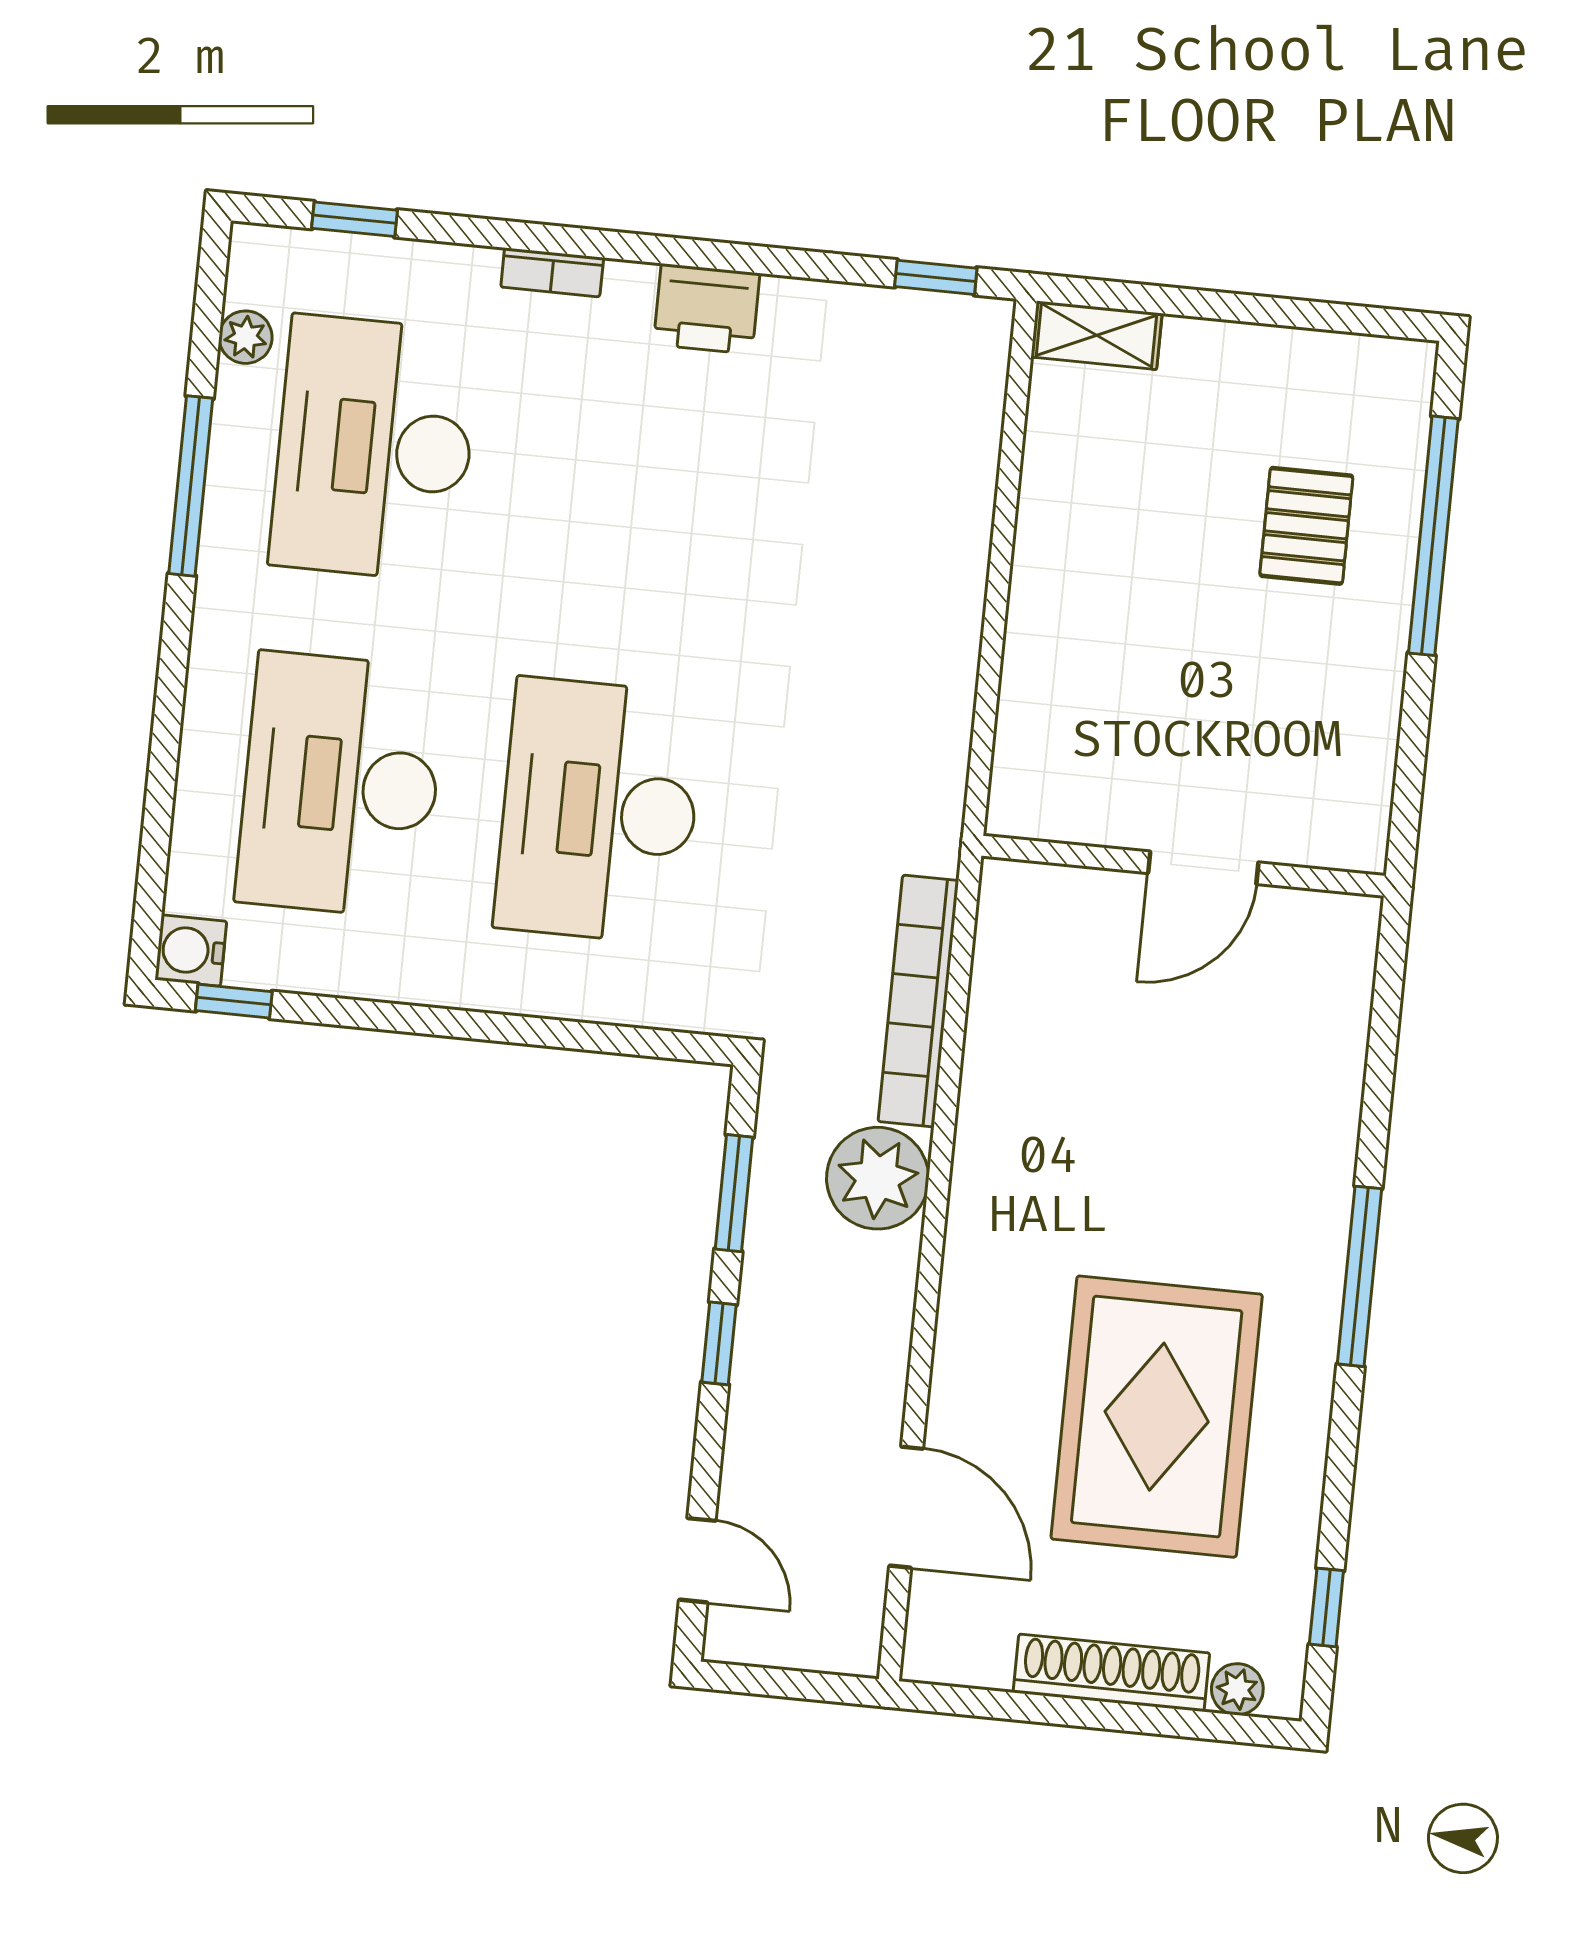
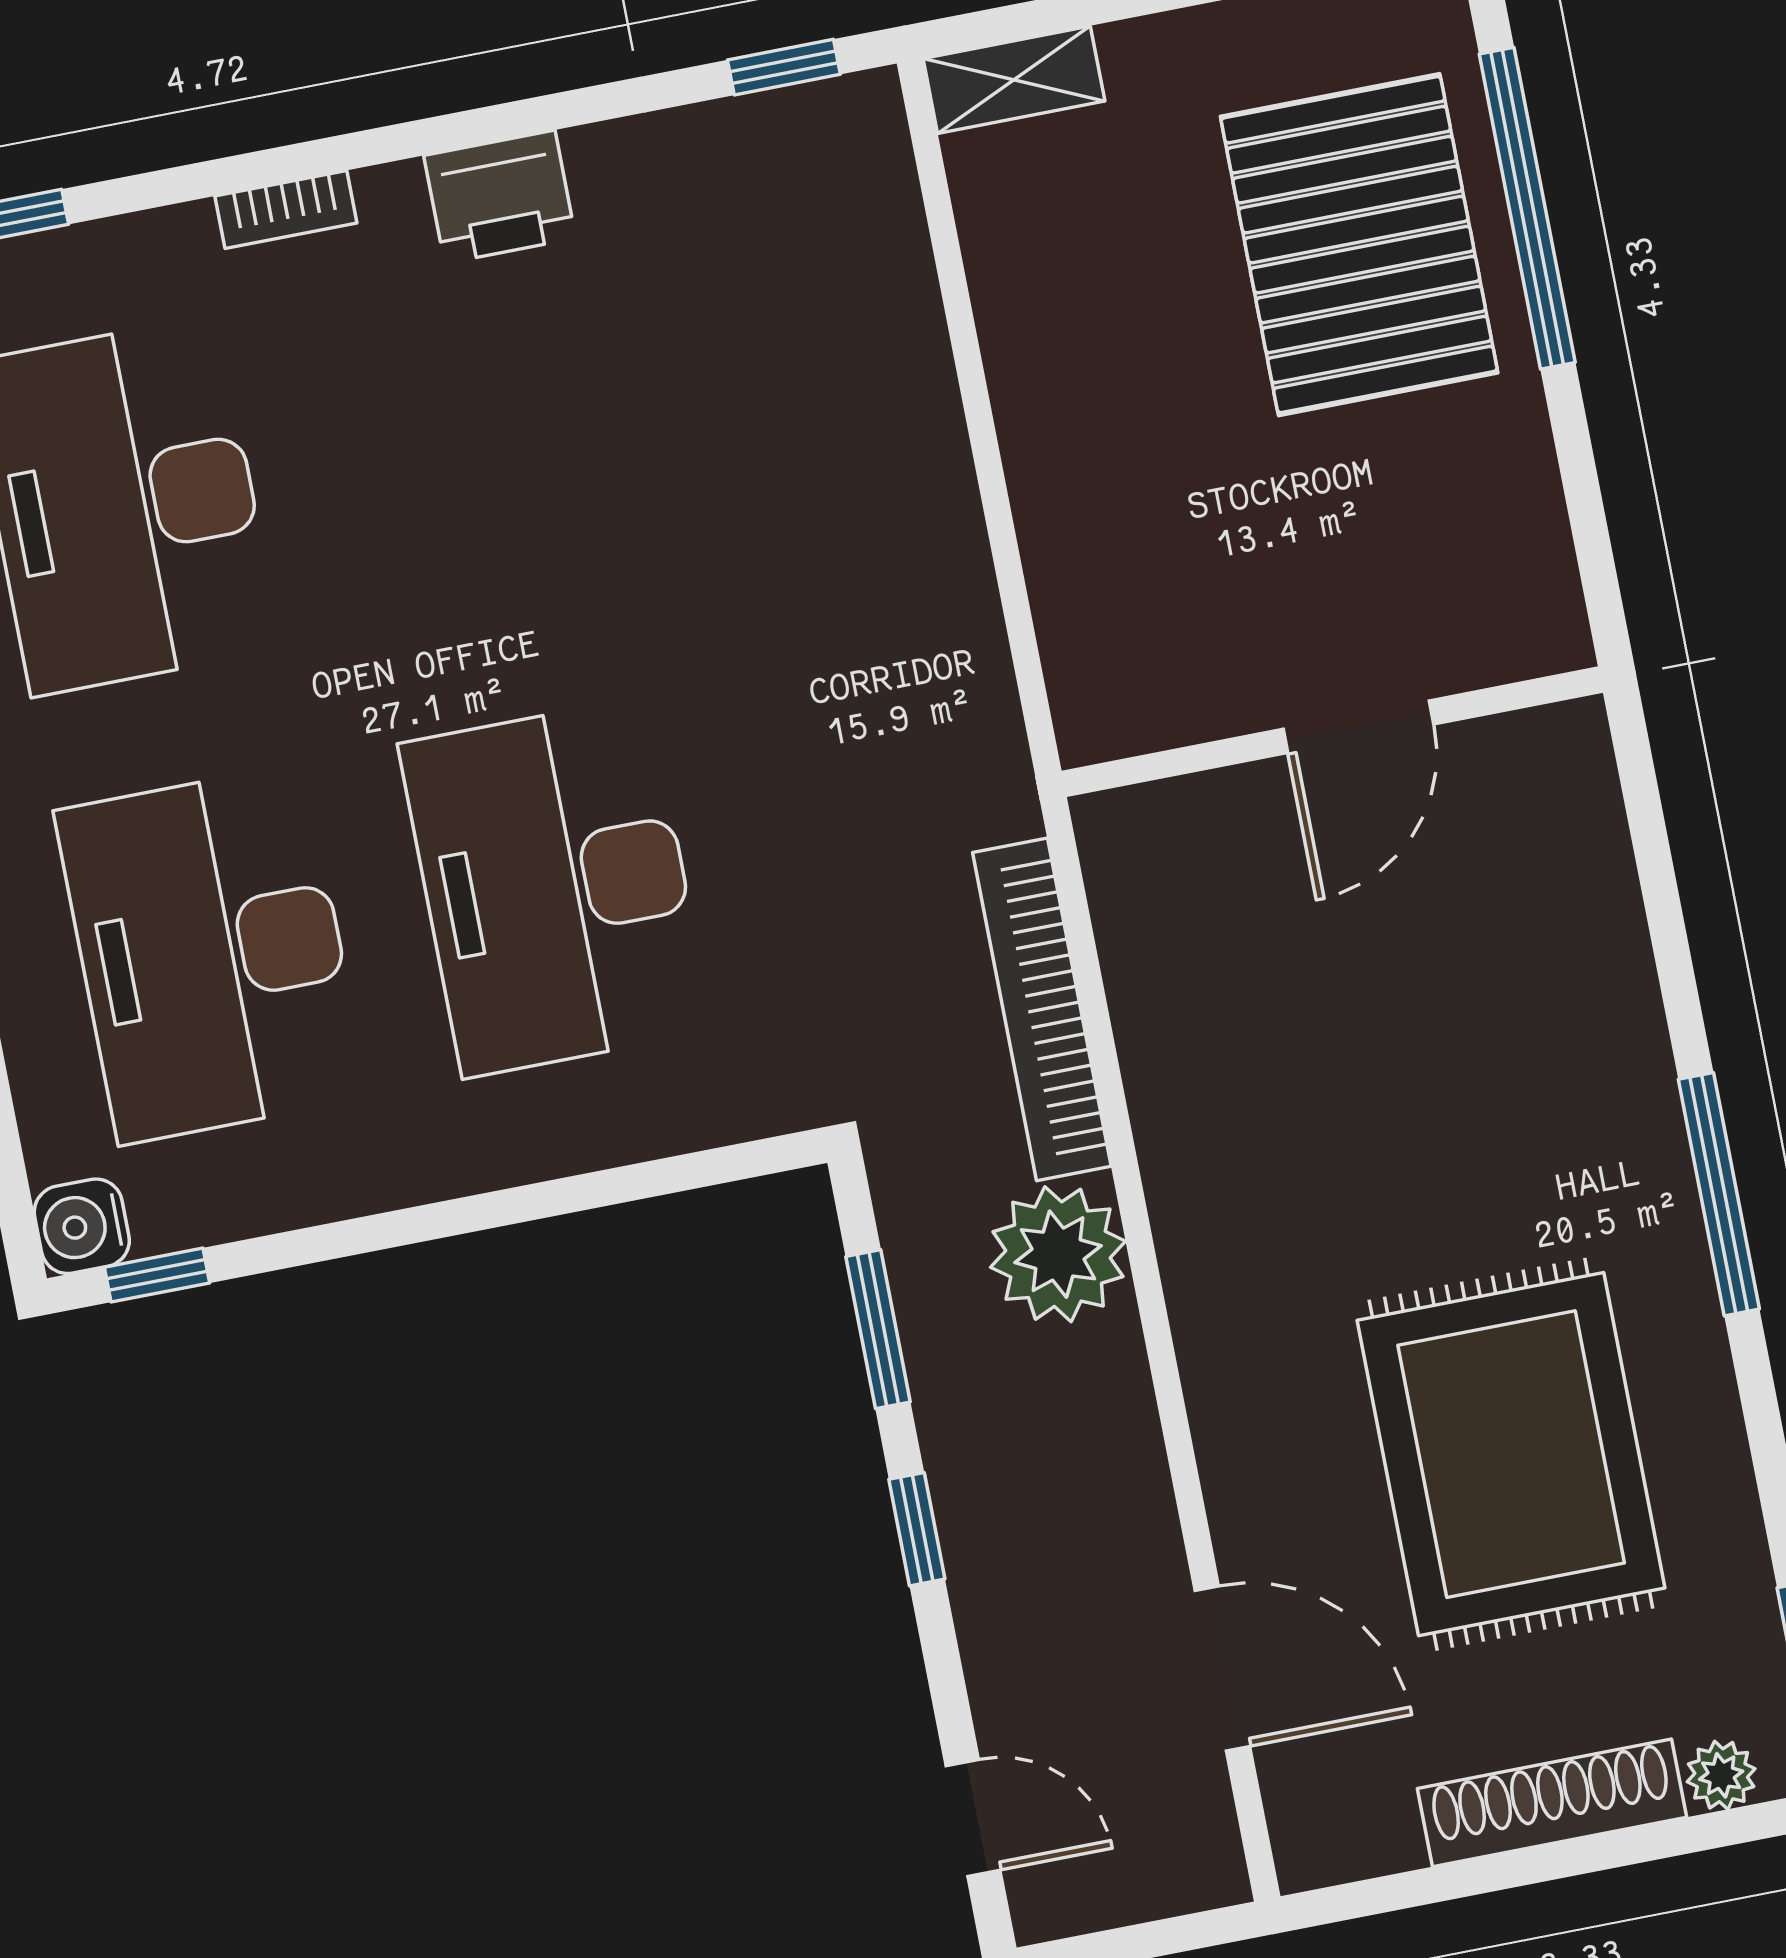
pallet: (1306, 526) -> (1359, 245), width x2.05, depth x2.00

